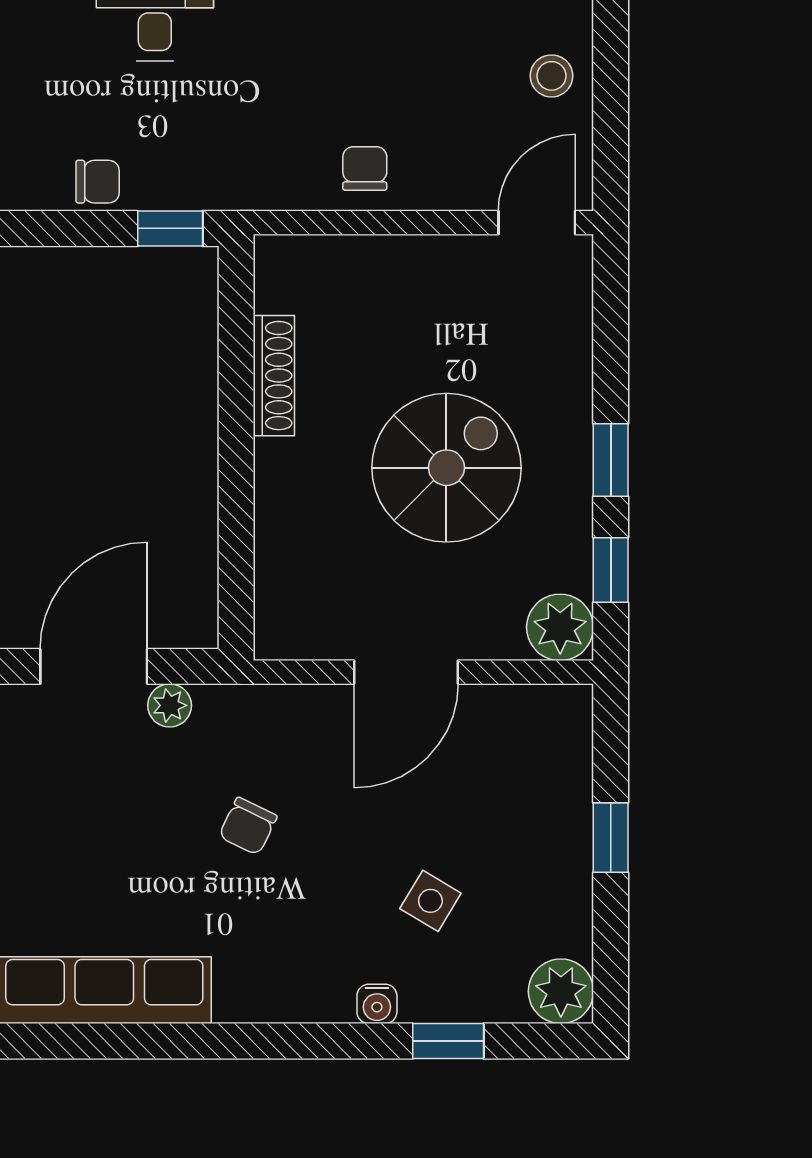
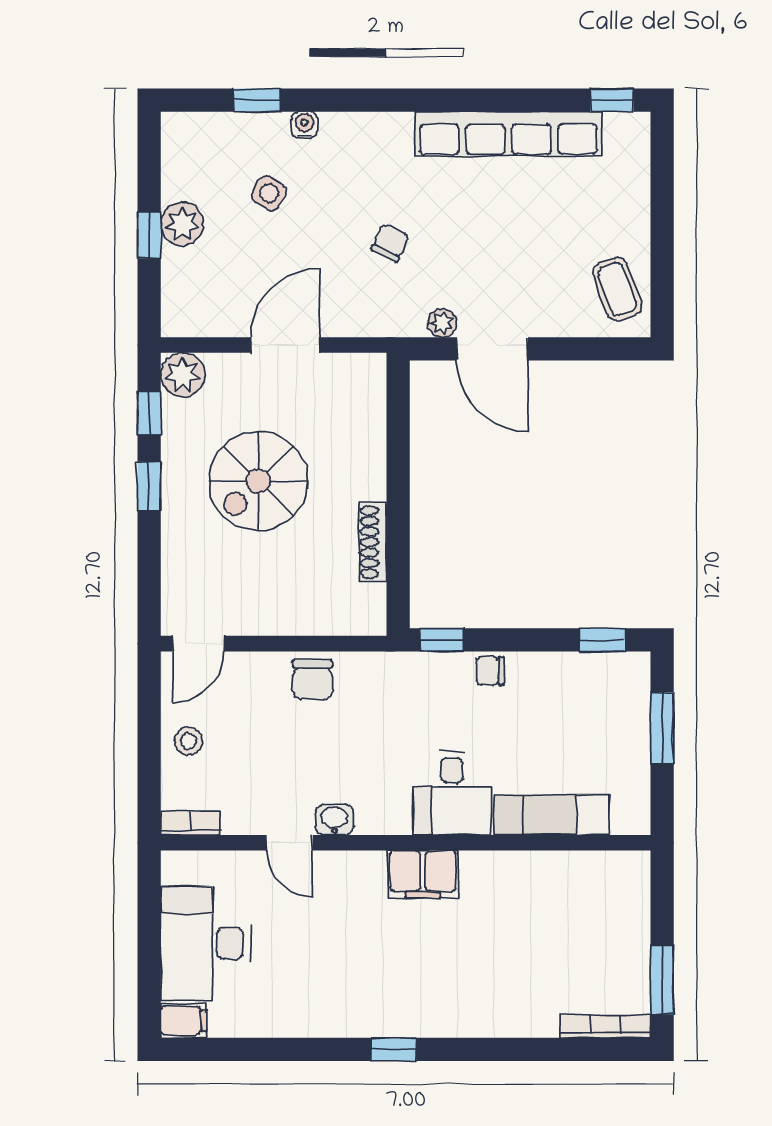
chair: (365, 168) -> (312, 680), width x1.37, depth x1.37
door: (94, 666) -> (493, 349), hinge flipped
plant: (561, 991) -> (182, 224), moved

